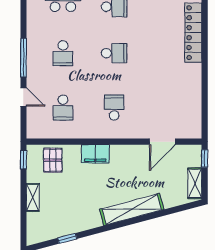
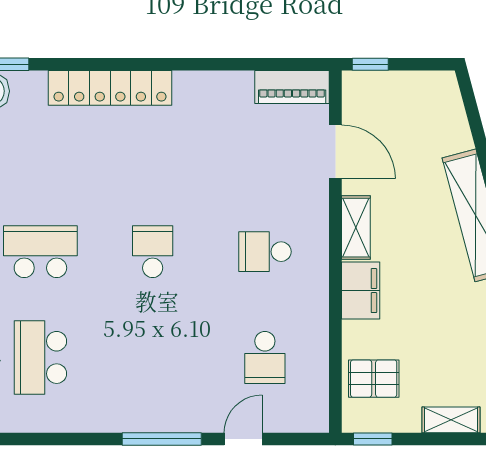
school desk: (63, 53) -> (153, 357), removed
school desk: (63, 108) -> (265, 357), turned 90
piano: (194, 121) -> (292, 87), added
shelving: (195, 183) -> (356, 228), moved, turned 90

